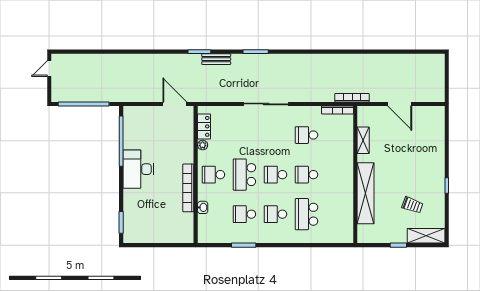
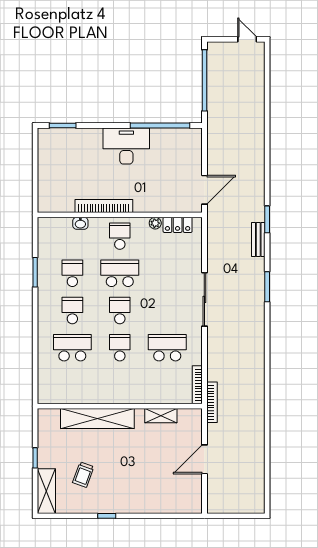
school desk: (306, 135) -> (167, 348), width x1.85

